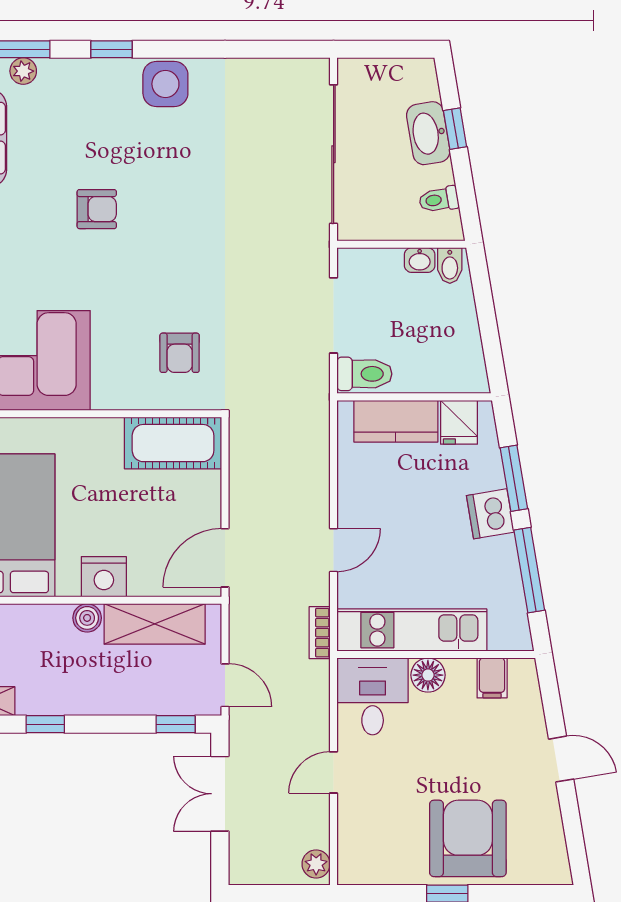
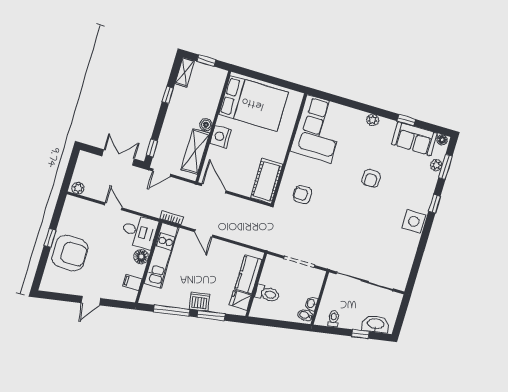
washbasin: (428, 133) -> (376, 324), moved
toilet: (364, 374) -> (267, 294), moved, turned -90

